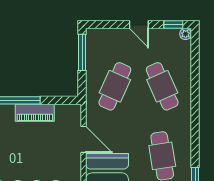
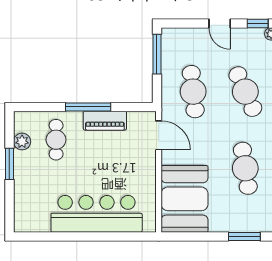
cafe table: (115, 86) -> (193, 92), turned -30
door: (84, 139) -> (159, 135), moved

